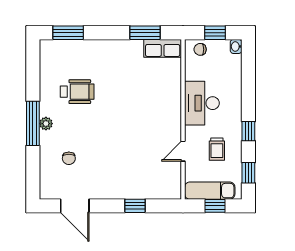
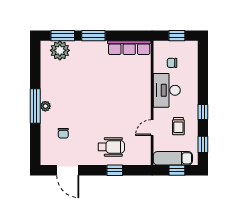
window: (145, 33) -> (93, 36), moved
washbasin: (236, 46) -> (193, 46), removed
row of seats: (163, 48) -> (129, 48), width x1.48
chair: (200, 49) -> (172, 63), moved
plant: (64, 52) -> (60, 50), added
wheelchair: (77, 92) -> (111, 147), moved

